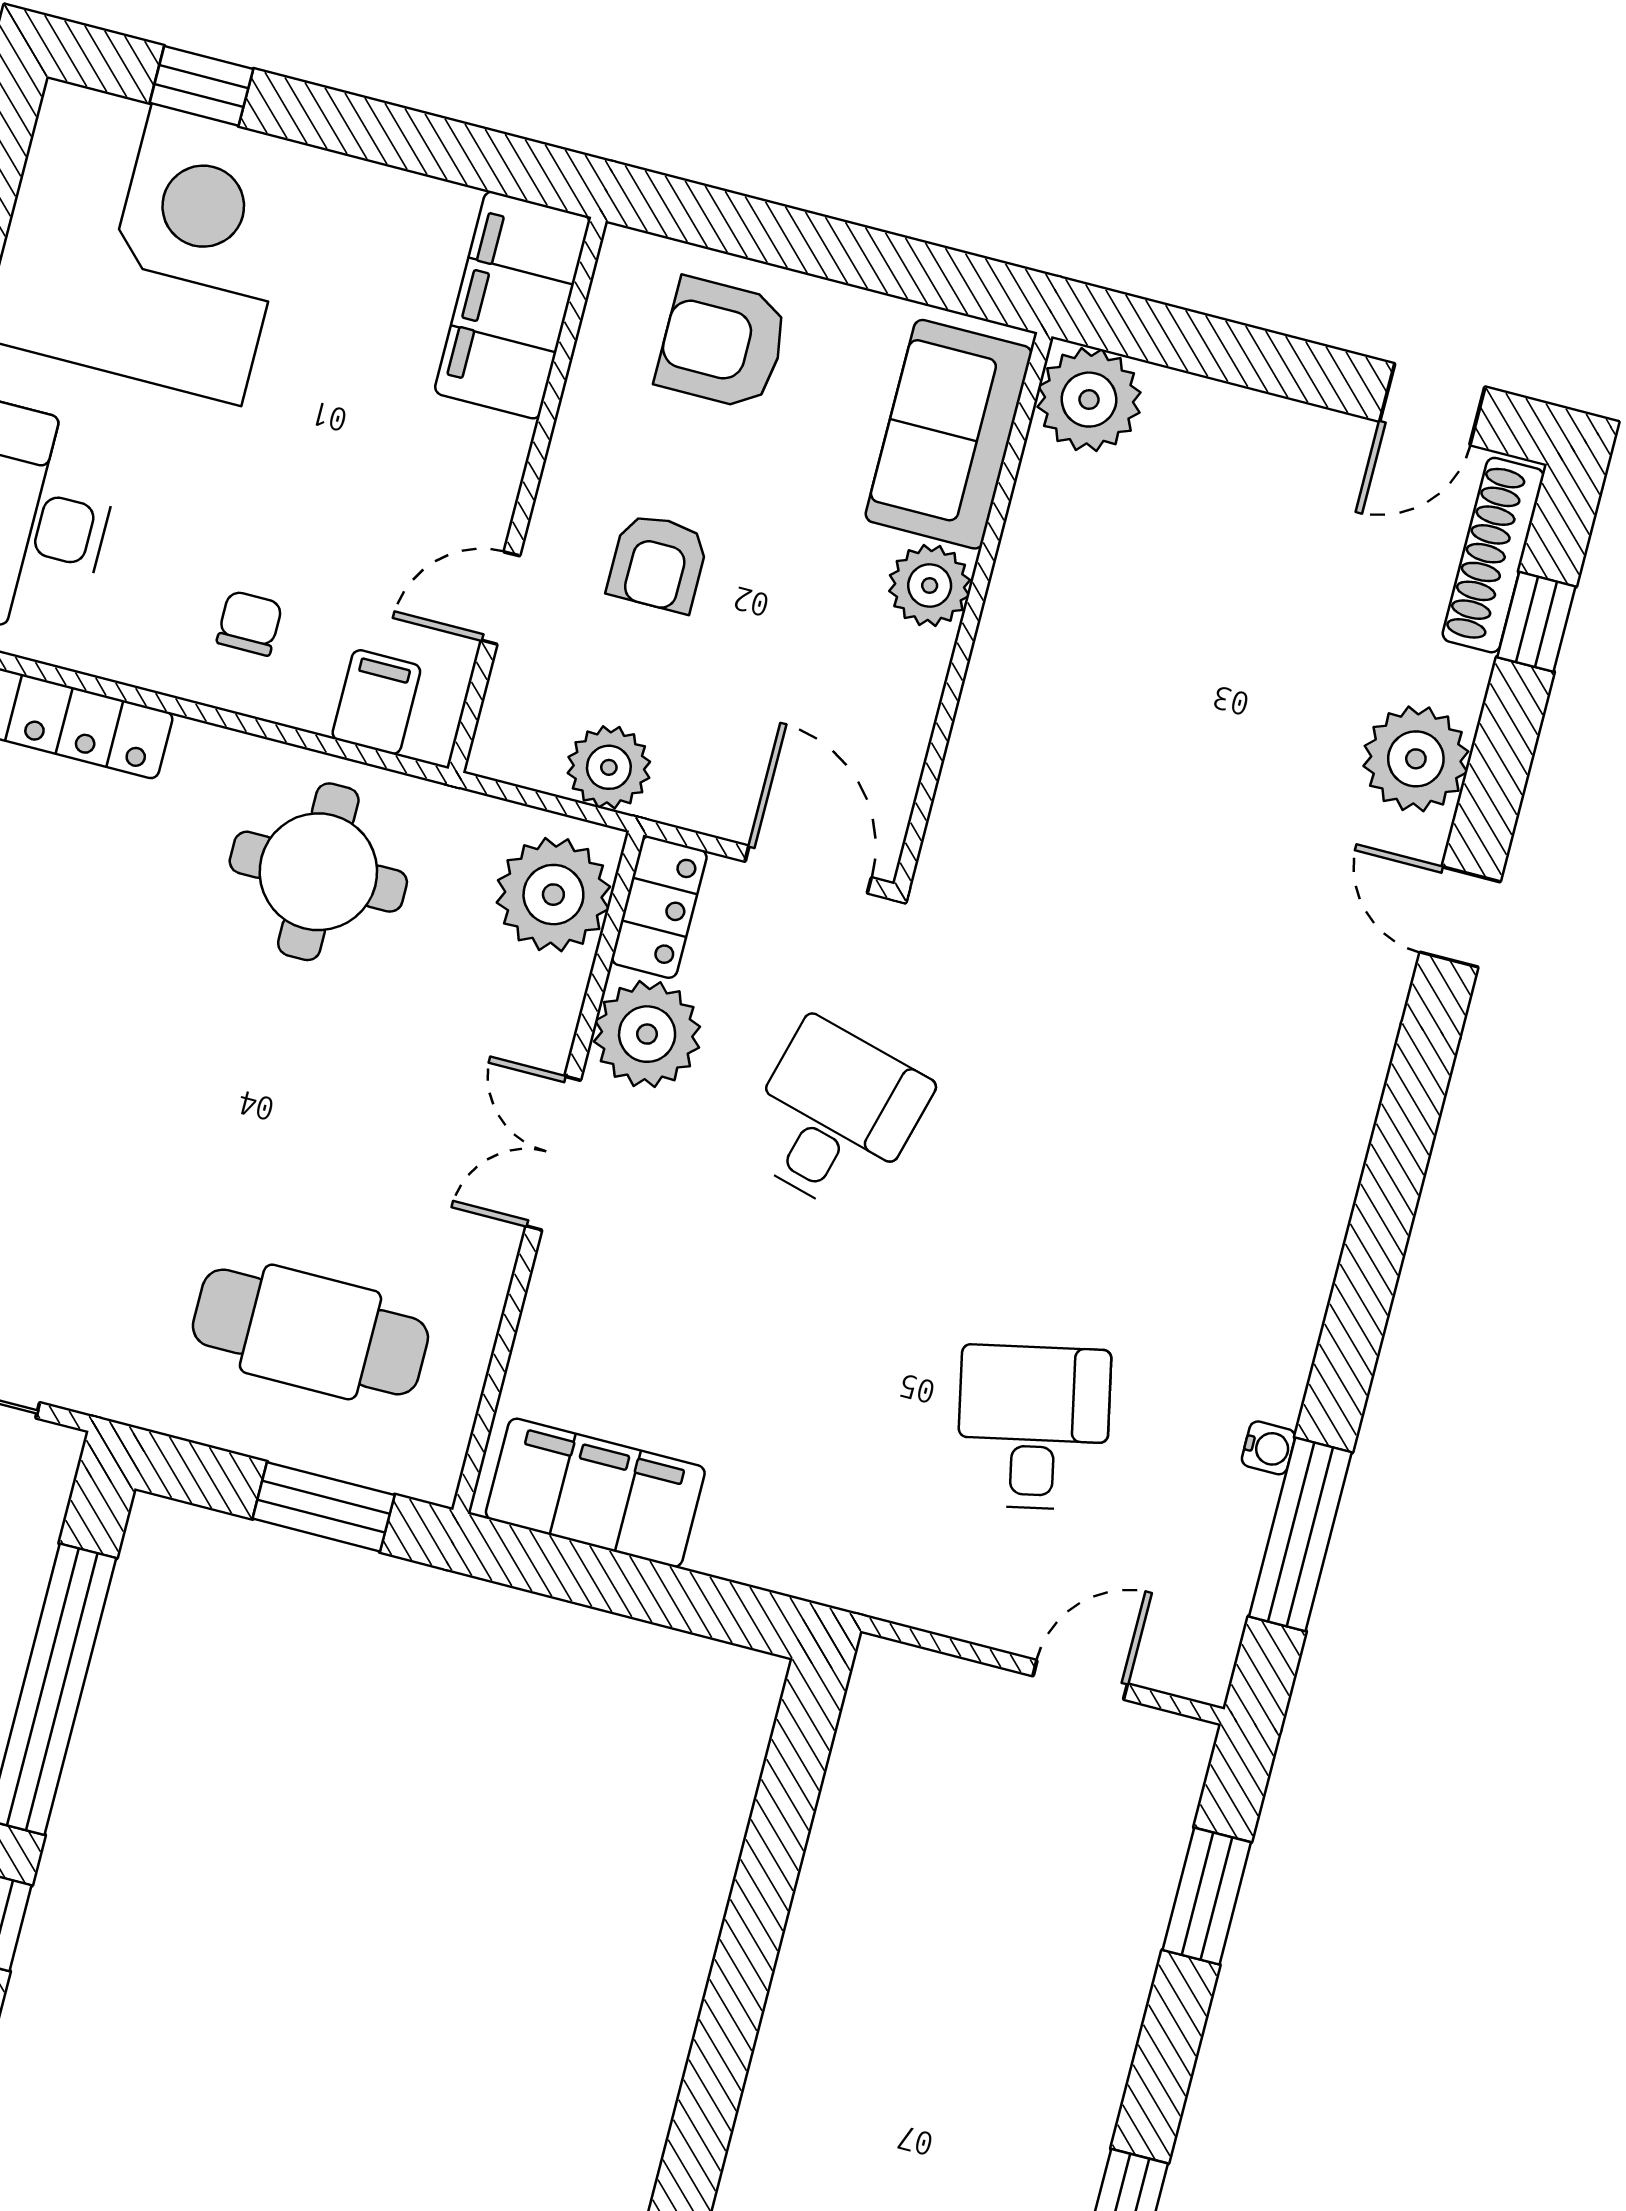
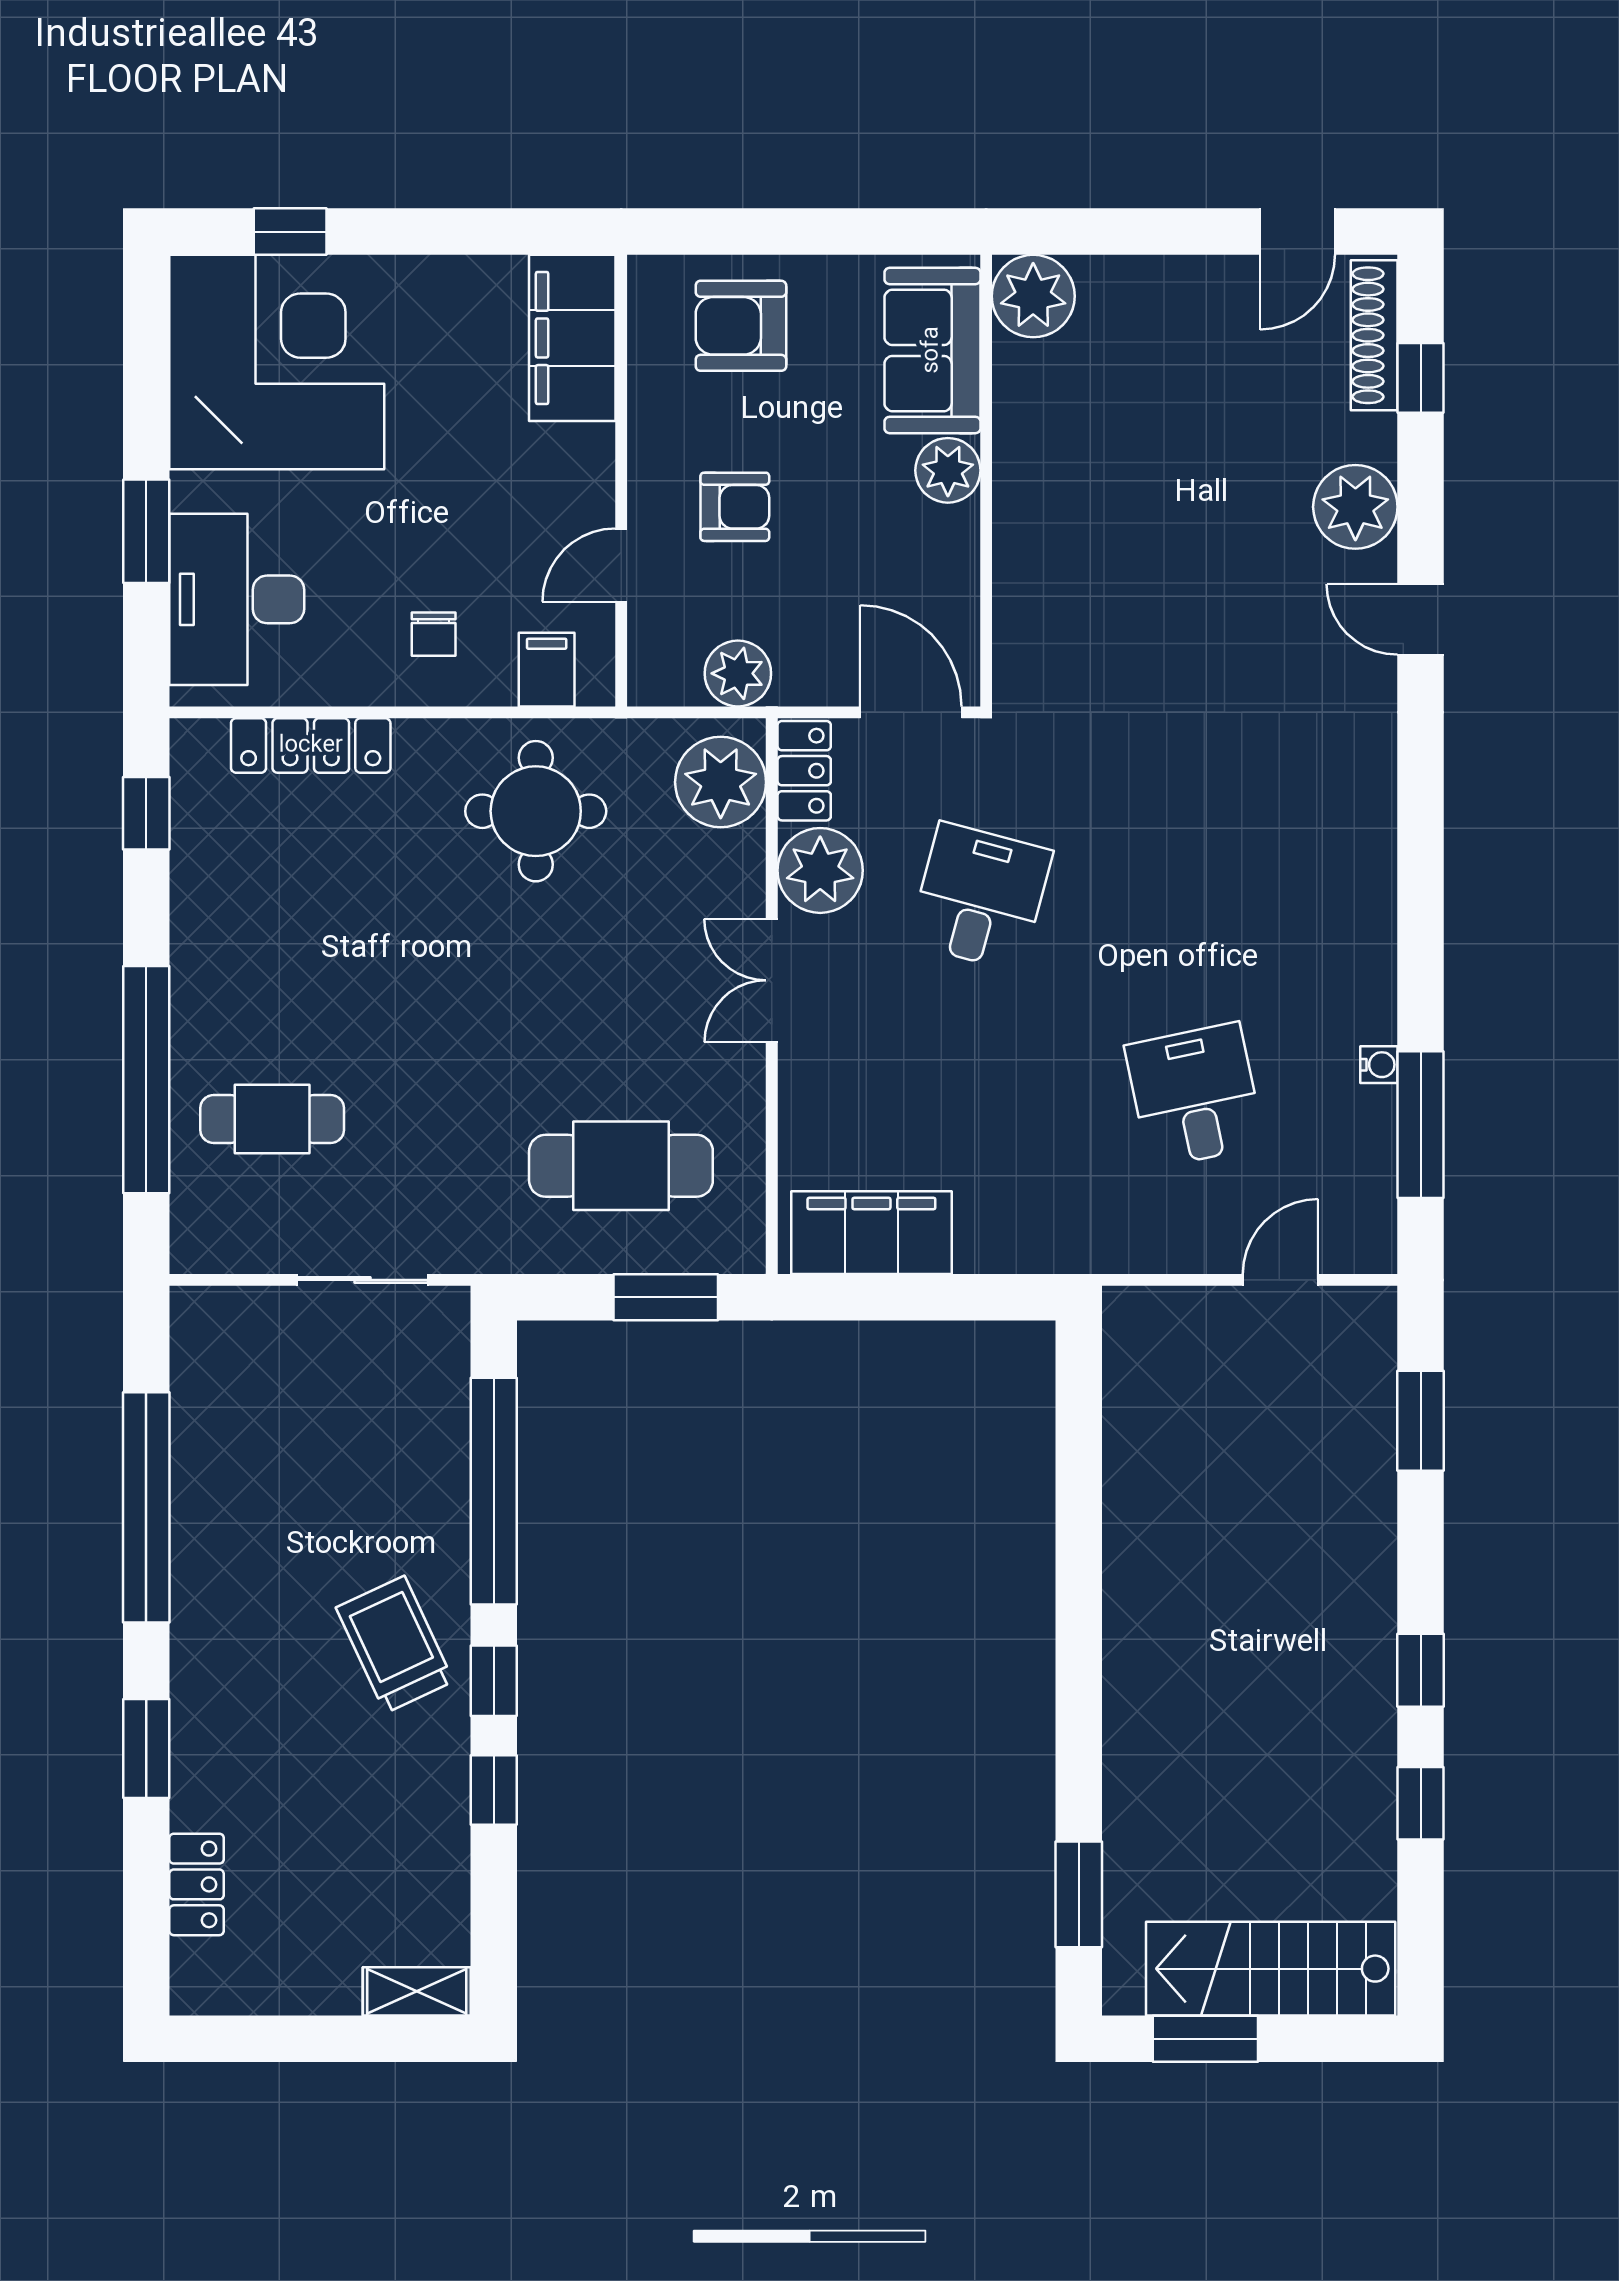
armchair: (658, 563) -> (735, 507), turned -90
chair: (250, 623) -> (434, 634), turned 180

